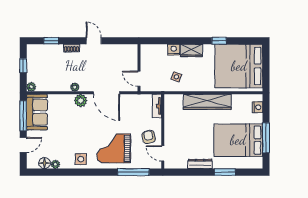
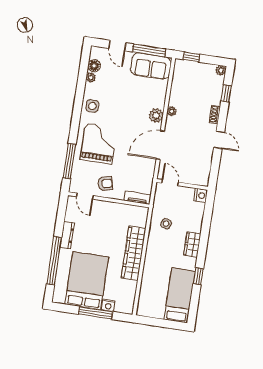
door: (94, 41) -> (219, 140), hinge flipped
nightstand: (174, 50) -> (201, 195), moved
window: (23, 66) -> (192, 57), moved
bed: (239, 66) -> (180, 295), width x0.49
door: (139, 79) -> (170, 183), hinge flipped
plant: (31, 87) -> (221, 70), moved
nightstand: (257, 107) -> (108, 305), moved
window: (266, 138) -> (96, 313), moved
door: (163, 153) -> (85, 196), swing flipped
window: (225, 172) -> (54, 261), width x2.11

